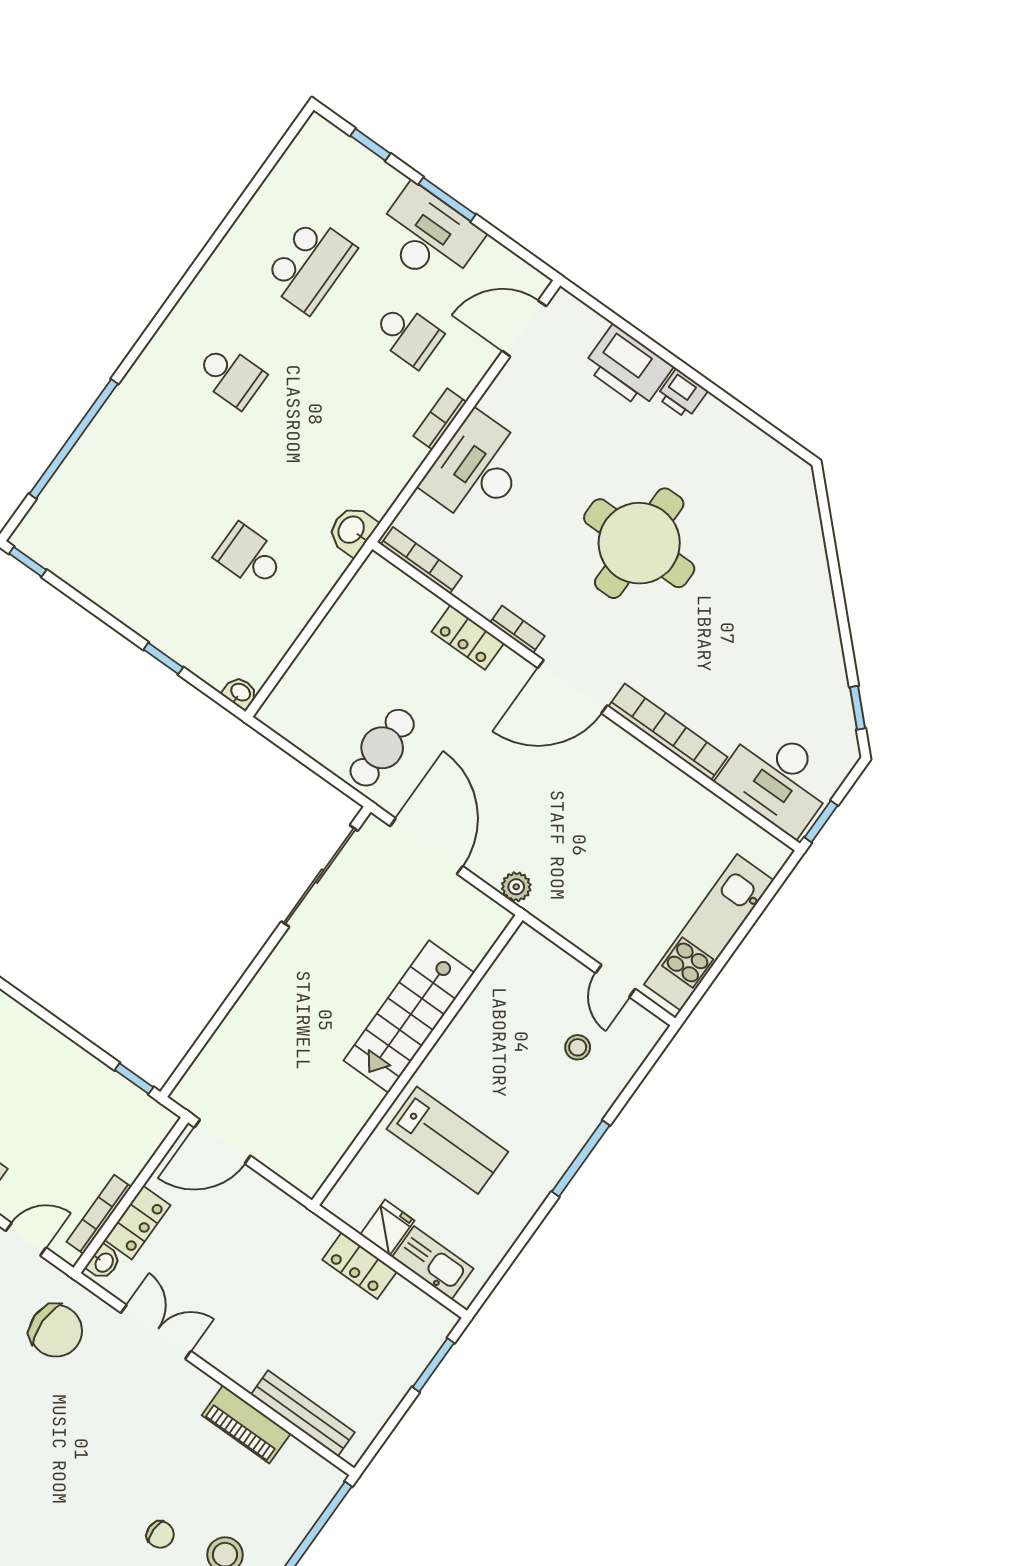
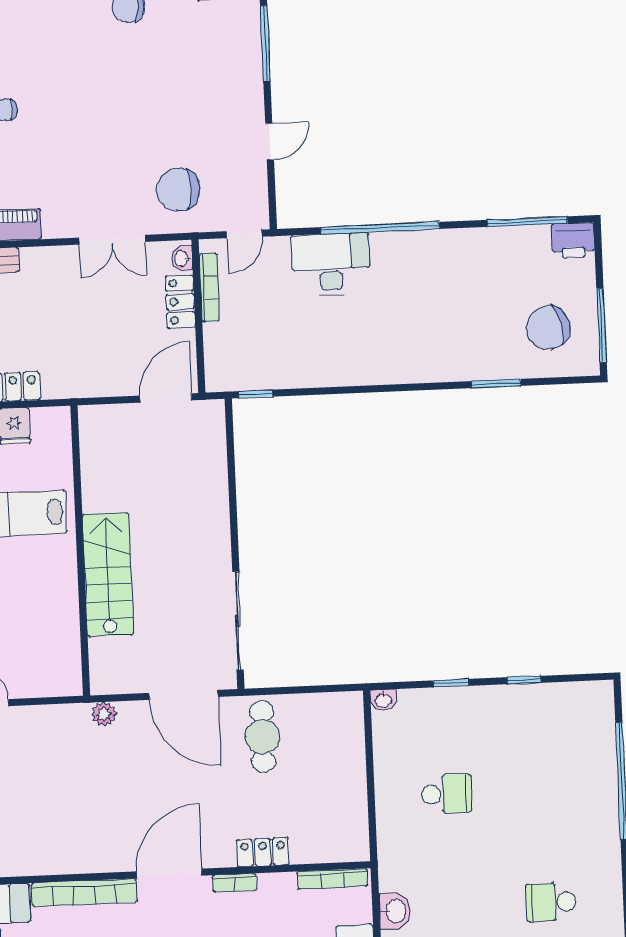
washbasin: (352, 530) -> (395, 911), moved
window: (28, 562) -> (524, 680), moved

